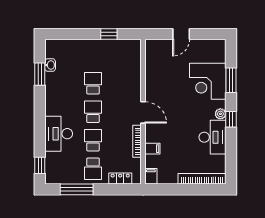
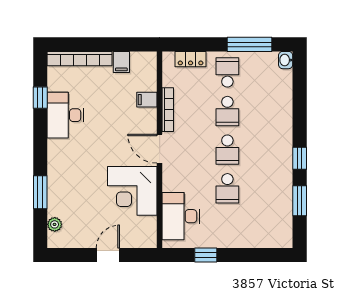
washbasin: (50, 65) -> (286, 60), moved
corner desk: (208, 81) -> (132, 191), moved, turned 180
plant: (220, 114) -> (55, 224), moved
window: (231, 119) -> (40, 98), moved
desk: (59, 134) -> (181, 216), moved, turned 180
window: (40, 165) -> (300, 158), moved
filing cabinet: (151, 176) -> (121, 62), moved

